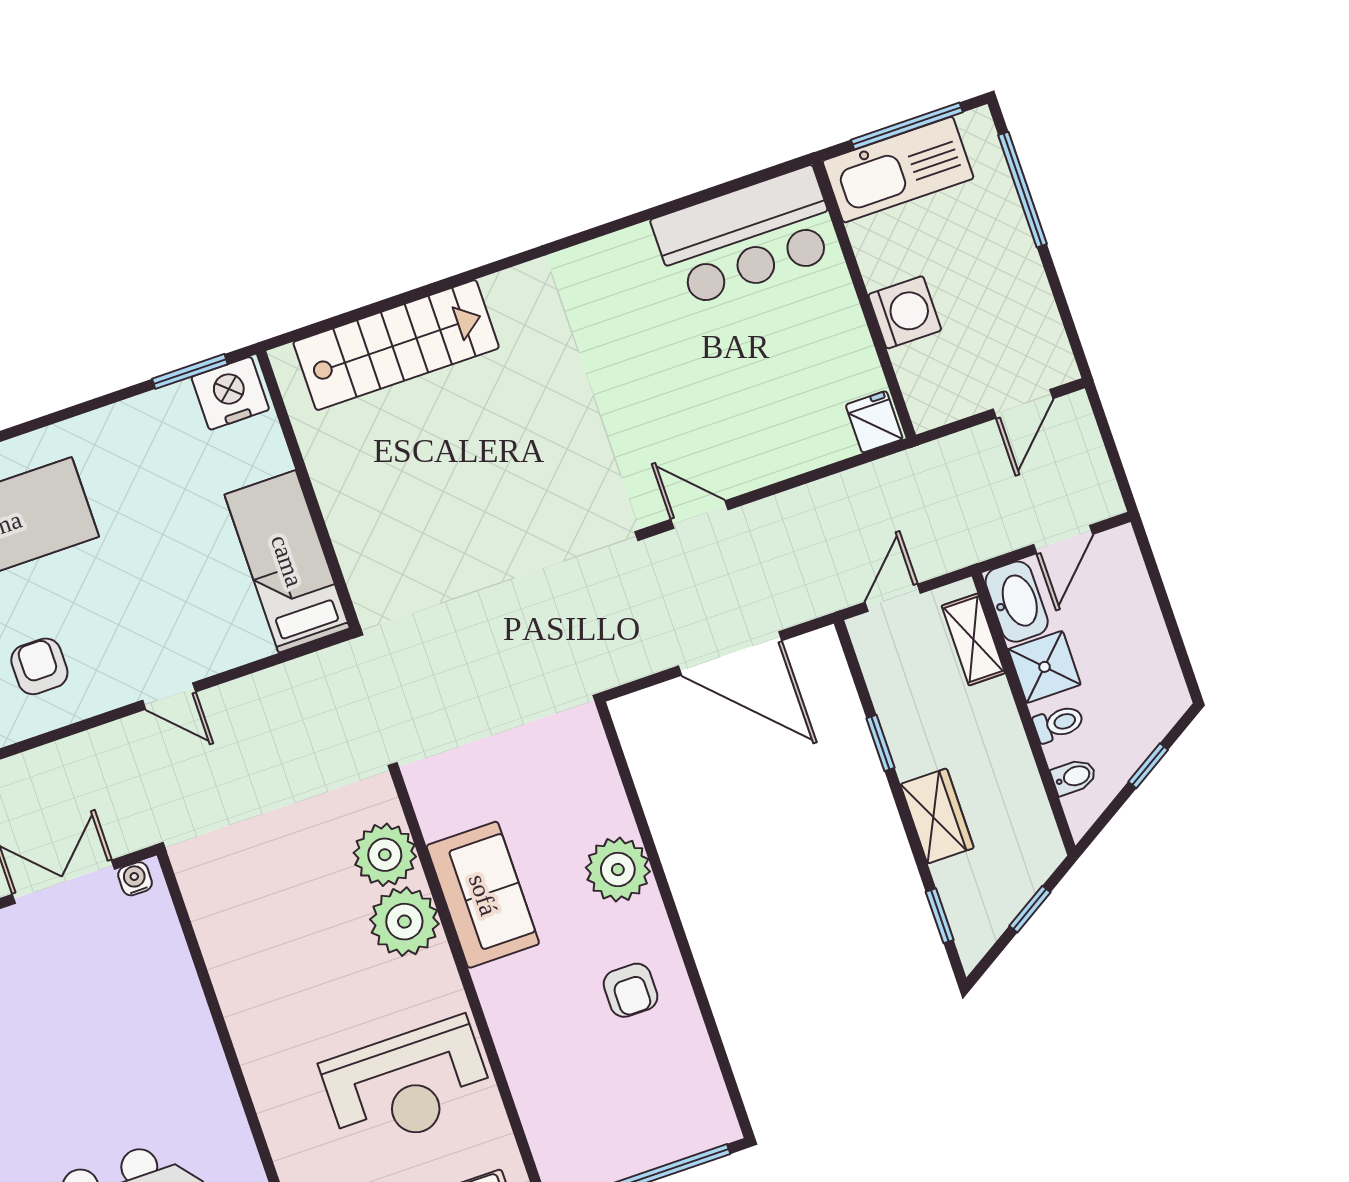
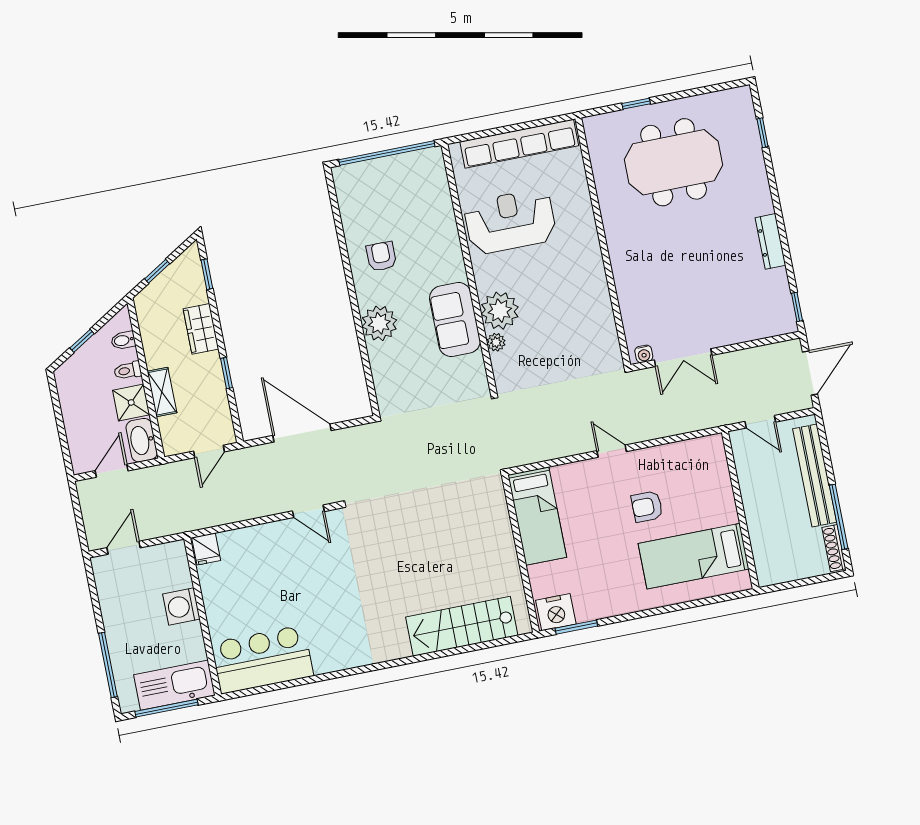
shelving: (973, 639) -> (162, 392), moved
armchair: (39, 666) -> (647, 507), moved, turned 90
plant: (385, 855) -> (496, 342), width x0.53, depth x0.53

